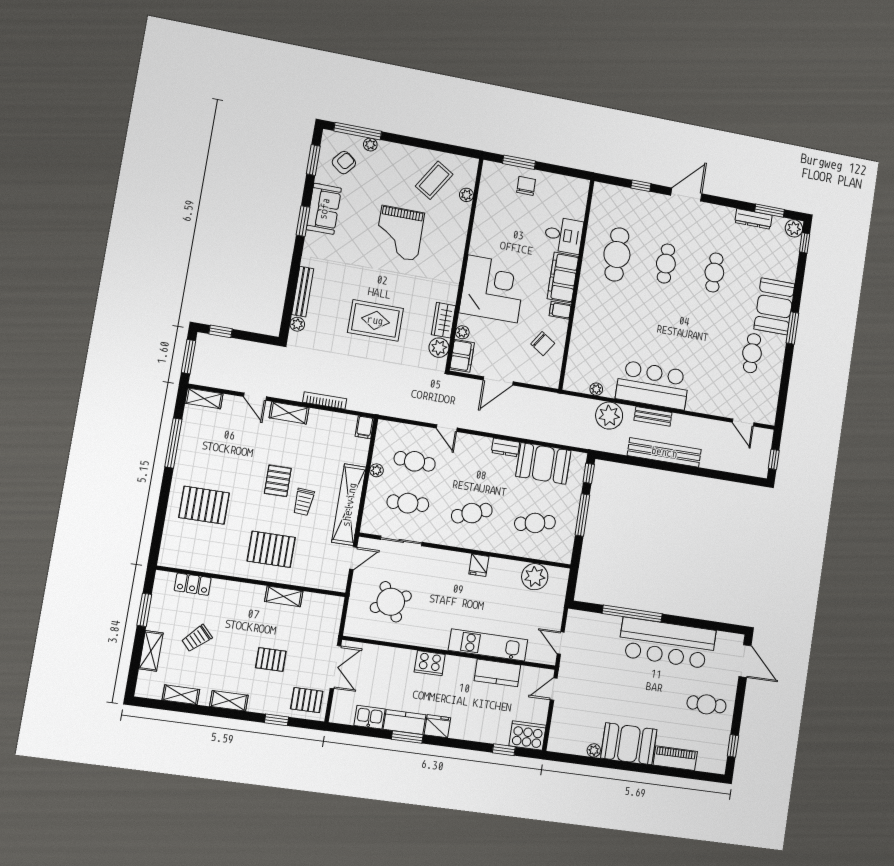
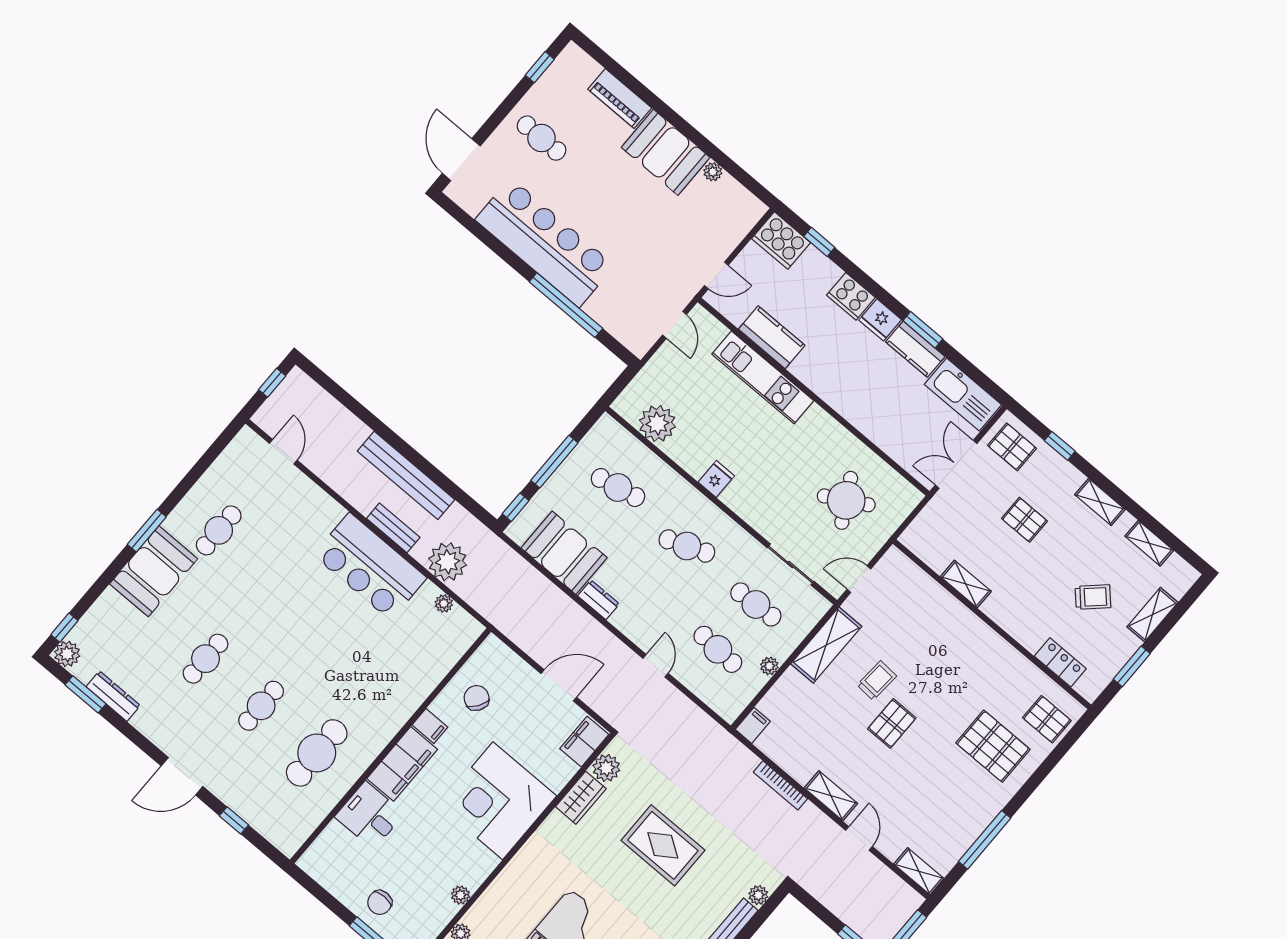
plant: (462, 332) -> (460, 895), moved
shelving: (349, 505) -> (826, 645), width x0.68
pallet: (271, 549) -> (1047, 719), moved, width x0.67, depth x0.71
cooker: (430, 663) -> (851, 296), moved, turned 180
kitchen sink: (370, 717) -> (963, 394), width x1.88, depth x1.24

